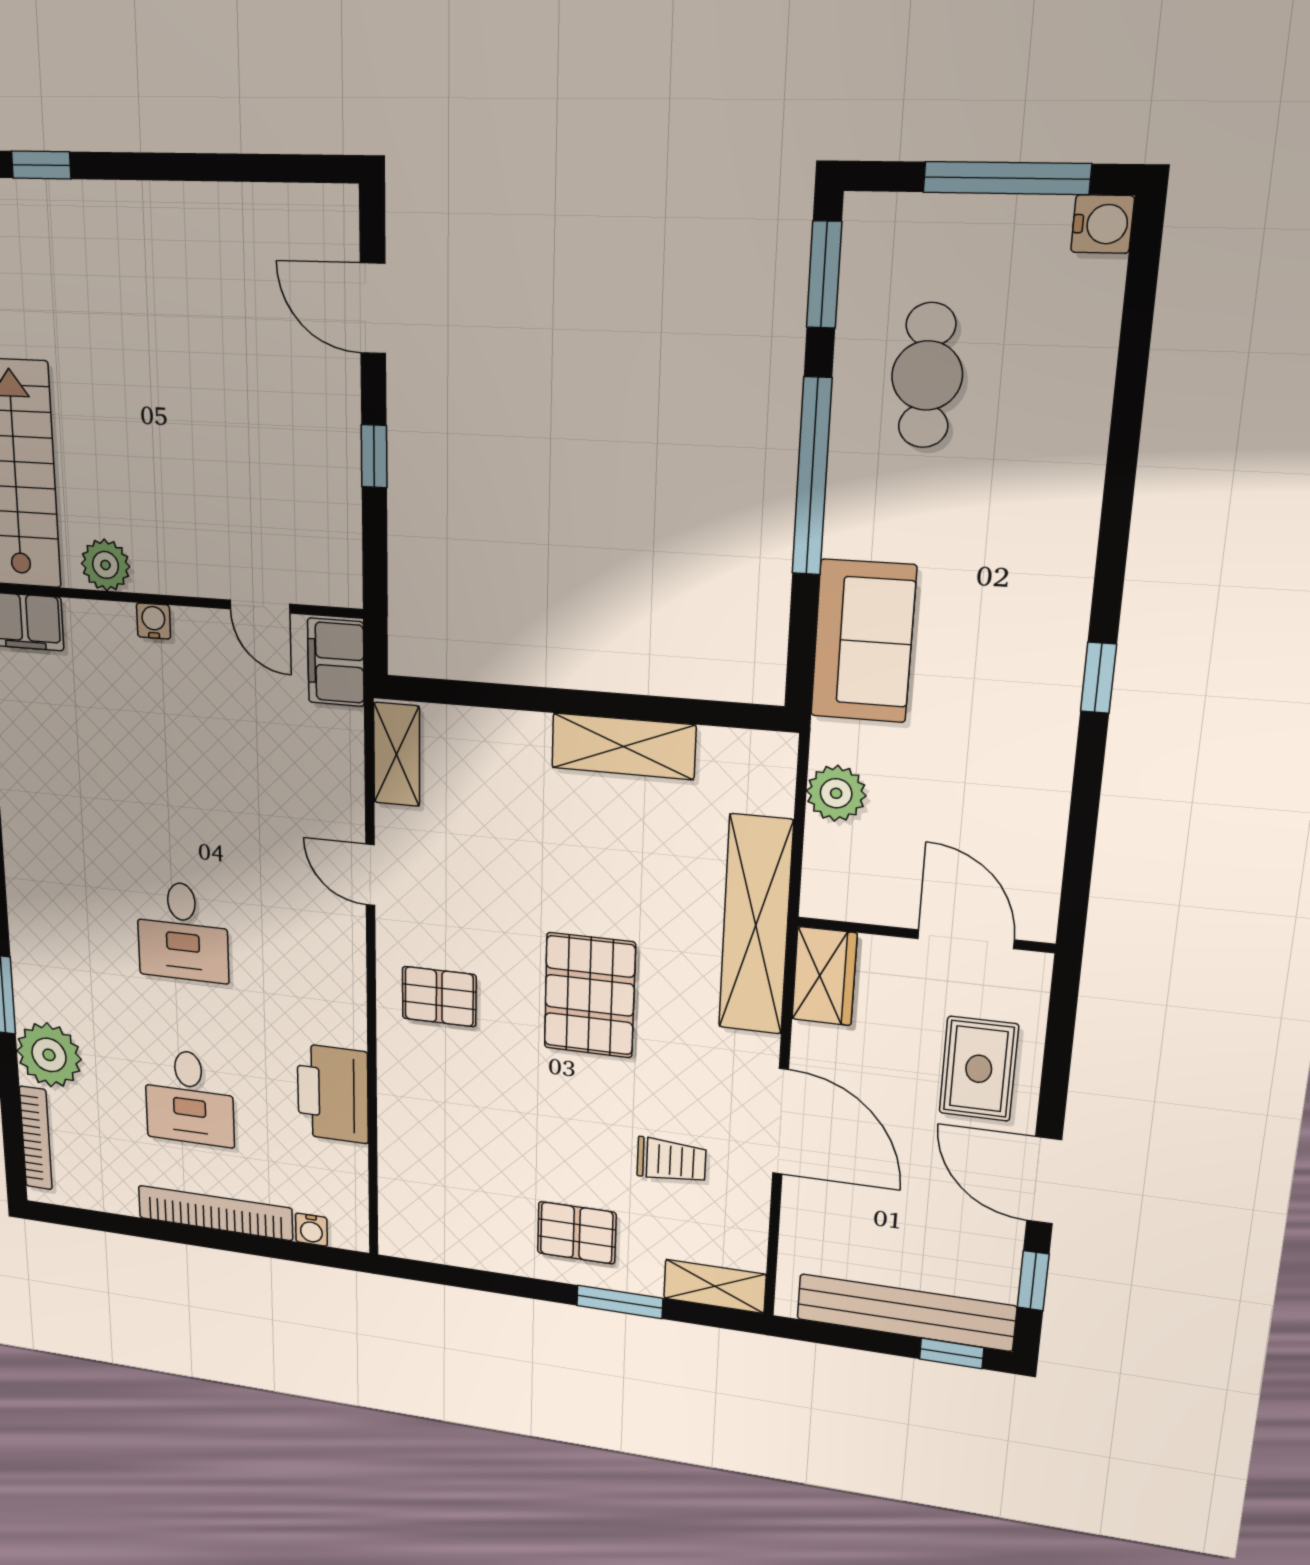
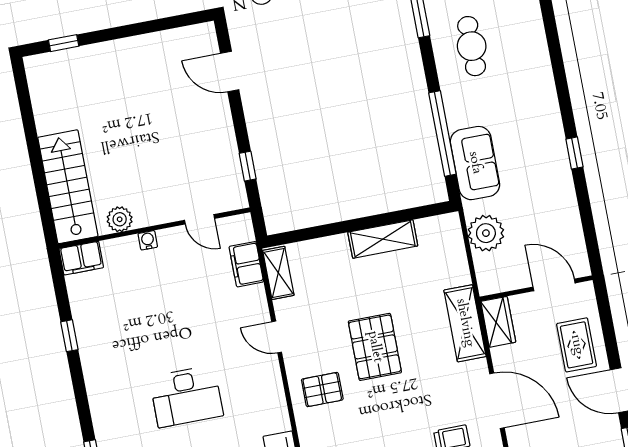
window: (374, 456) -> (248, 166), moved
window: (812, 477) -> (442, 134), moved
filing cabinet: (336, 662) -> (246, 264), moved
plant: (836, 793) -> (486, 233), width x1.36, depth x1.36
shelving: (756, 925) -> (465, 323), width x0.68
desk: (183, 932) -> (186, 396), width x1.37
pallet: (590, 995) -> (375, 347), moved

